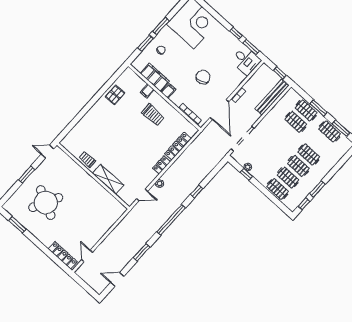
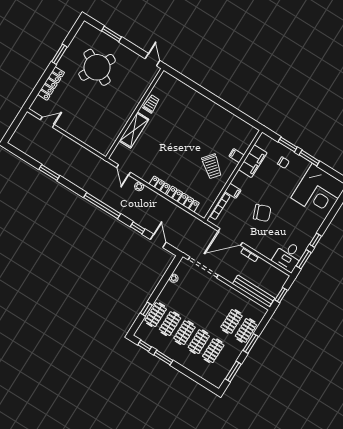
filing cabinet: (168, 91) -> (233, 191), moved
pallet: (115, 95) -> (226, 122), removed
trolley: (153, 115) -> (212, 166), turned -51
clothes rail: (330, 131) -> (213, 351), moved
window: (246, 174) -> (146, 309), moved
window: (27, 175) -> (111, 34), moved
window: (17, 225) -> (59, 54), moved
window: (142, 252) -> (49, 172), moved
locker: (63, 255) -> (51, 83), moved
door: (117, 279) -> (158, 241), moved

